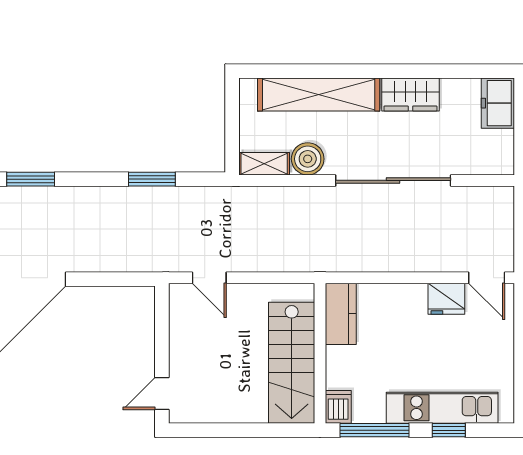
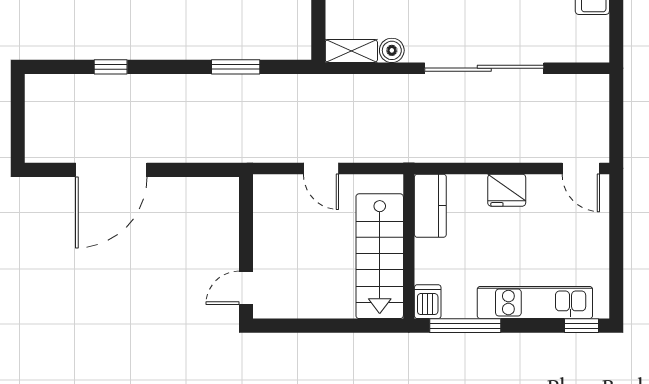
boiler: (308, 159) -> (392, 50), width x0.73, depth x0.73
window: (31, 179) -> (111, 67), width x0.67
door: (209, 278) -> (321, 168), moved
fridge: (446, 299) -> (507, 190), moved
window: (449, 430) -> (581, 326), moved

